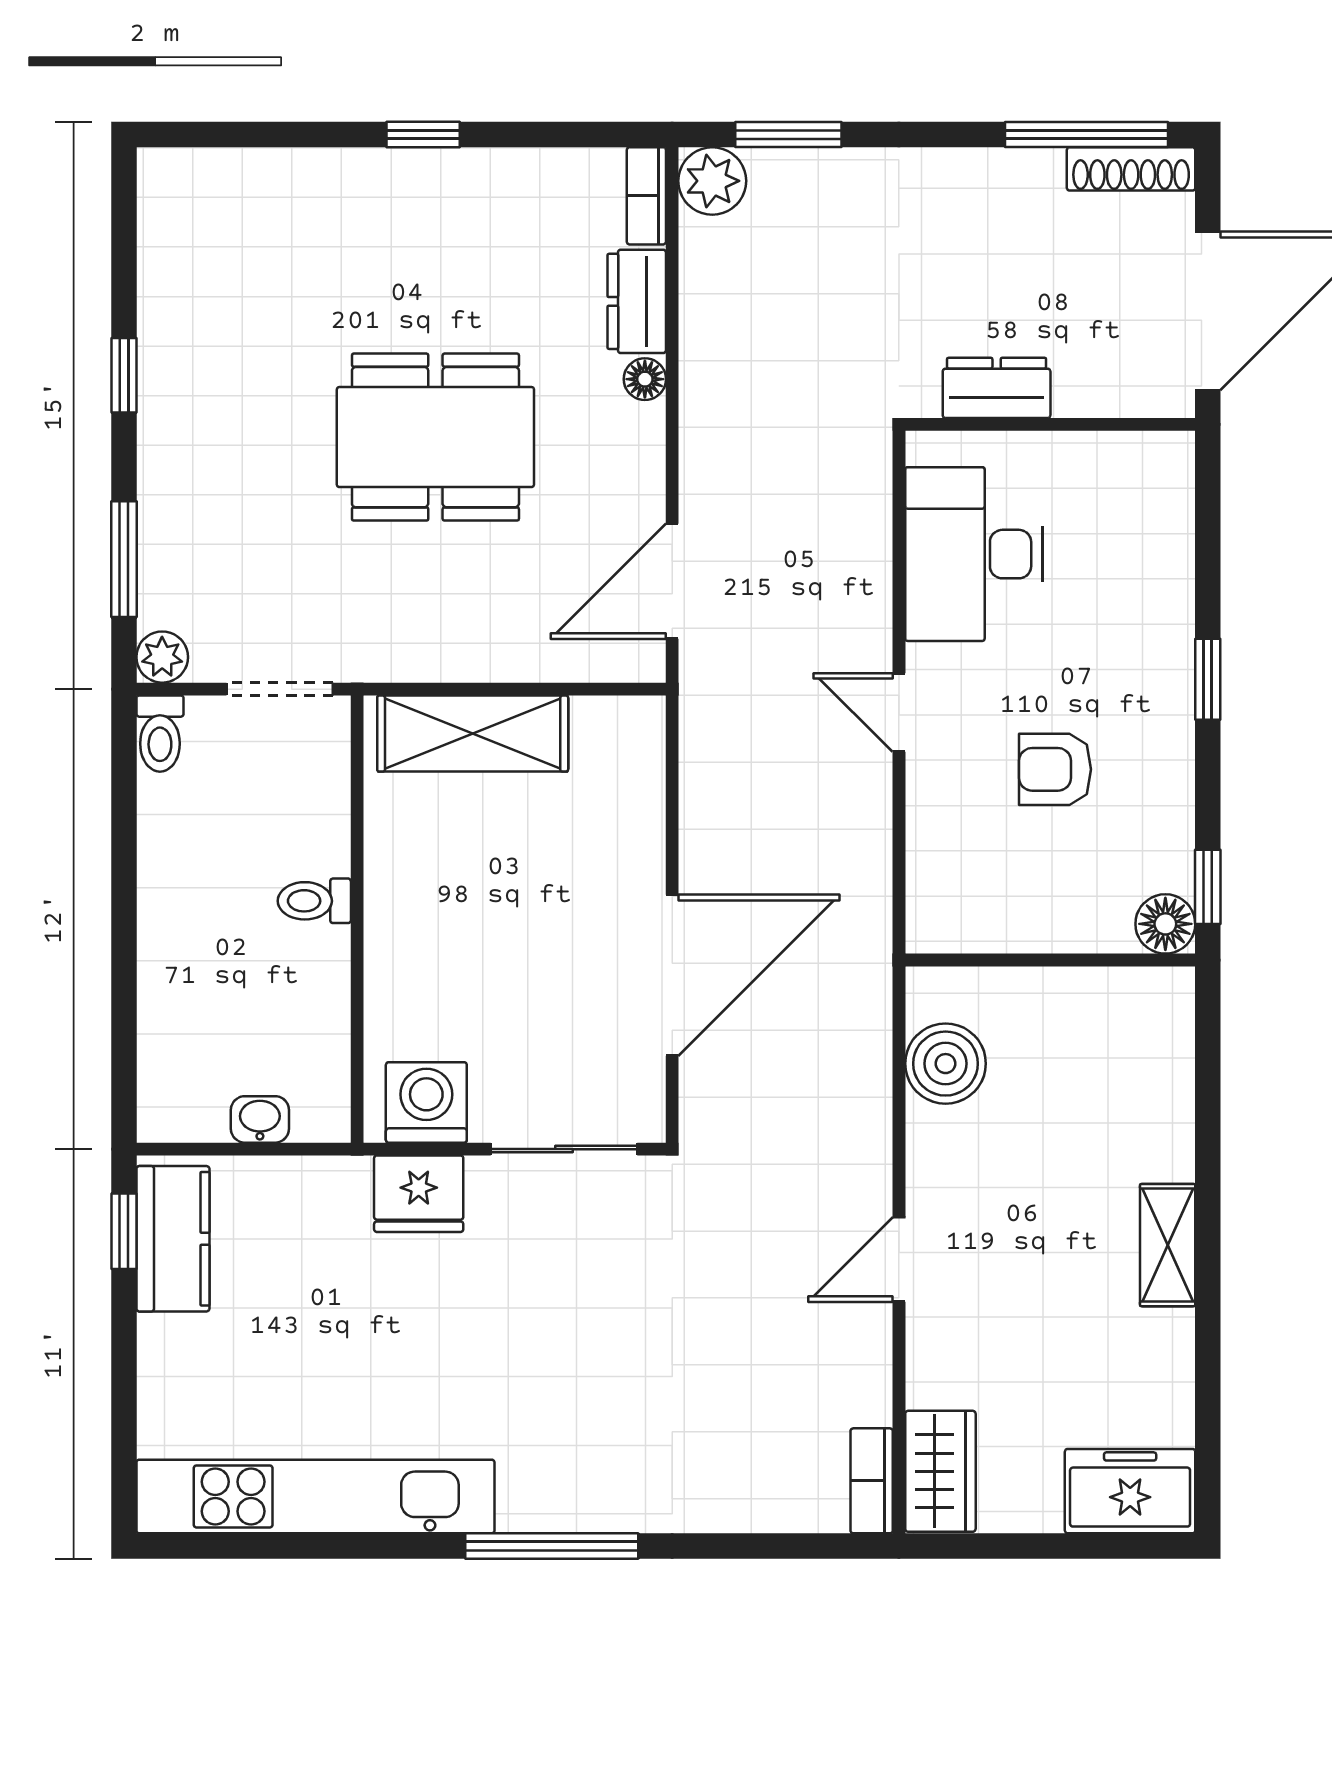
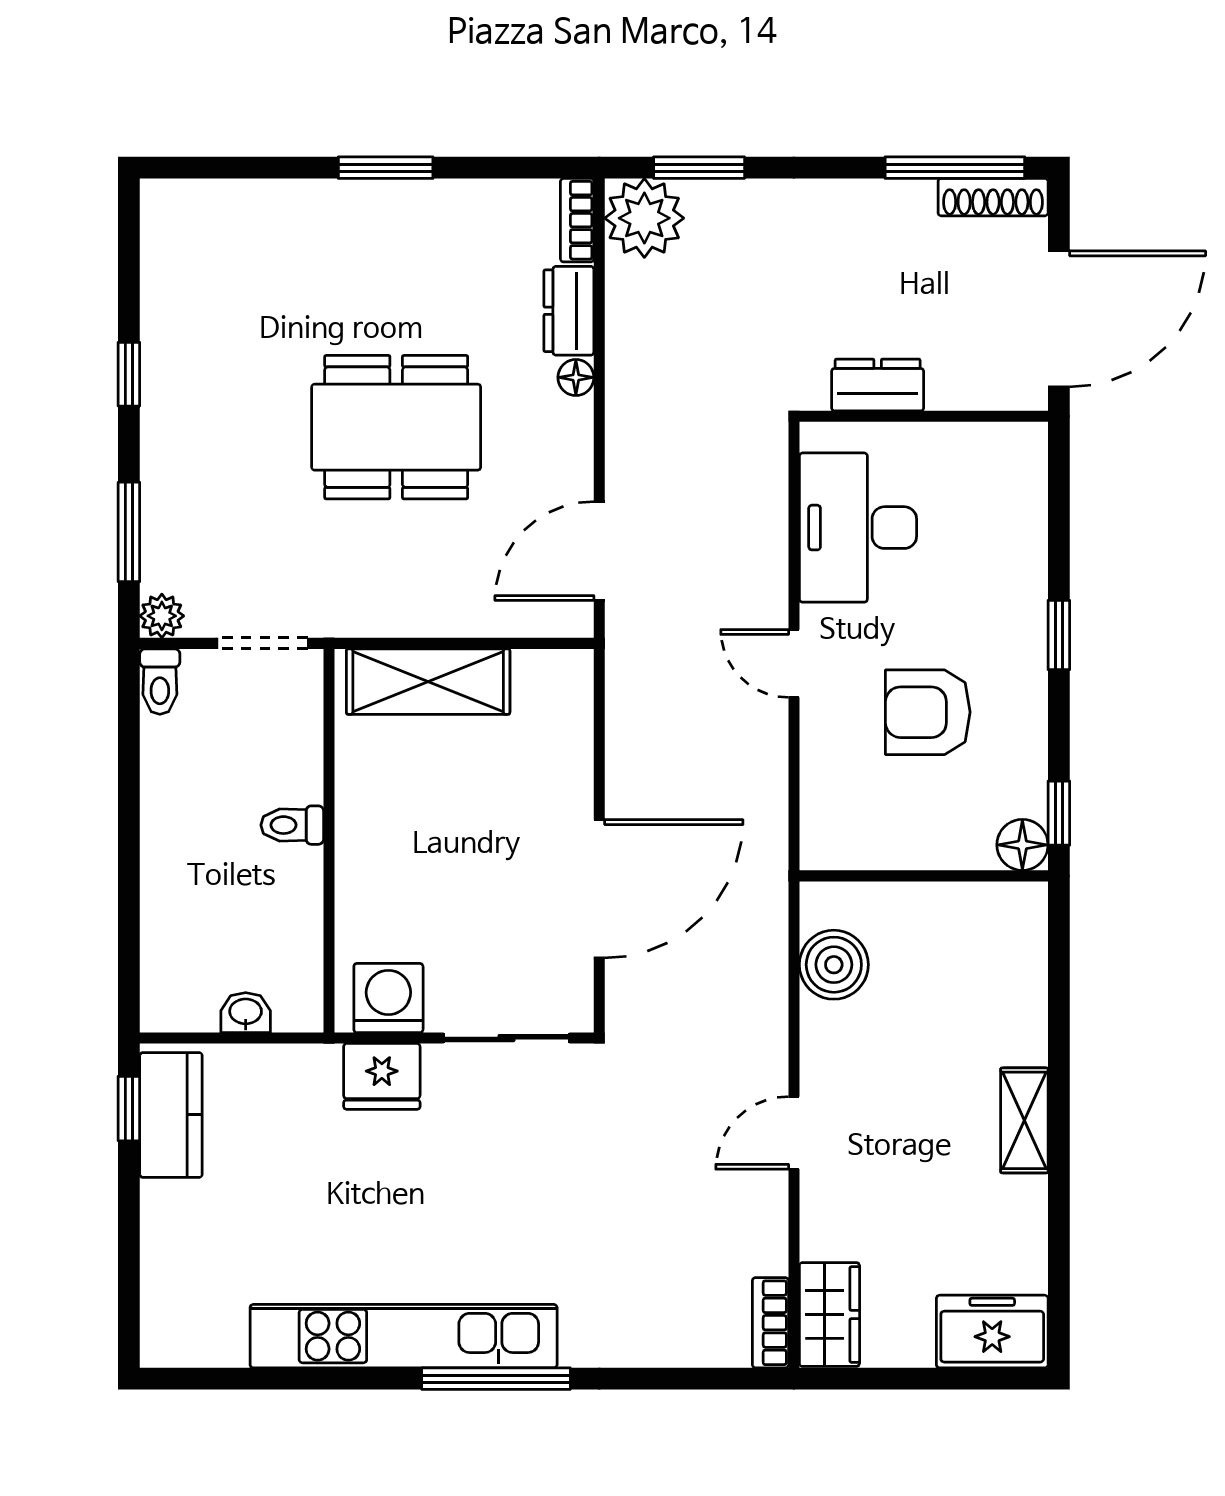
window: (423, 135) -> (386, 168), width x1.50
plant: (712, 181) -> (644, 218), width x1.36, depth x1.36
armchair: (1055, 769) -> (928, 712), width x1.38, depth x1.38
kitchen unit: (315, 1496) -> (404, 1336), moved

